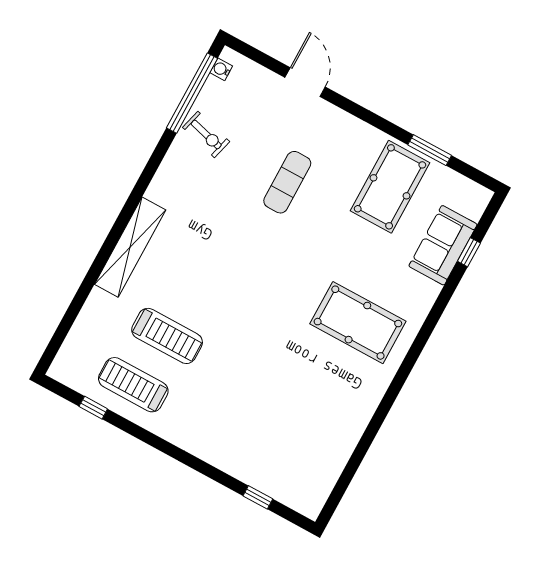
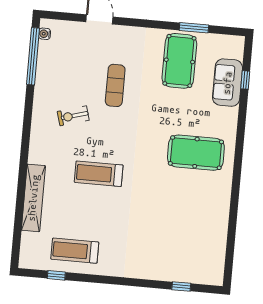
exercise bike: (206, 134) -> (73, 116), moved, turned 149
shelving: (130, 247) -> (33, 198), moved
treadmill: (167, 336) -> (99, 174), moved, turned 180

